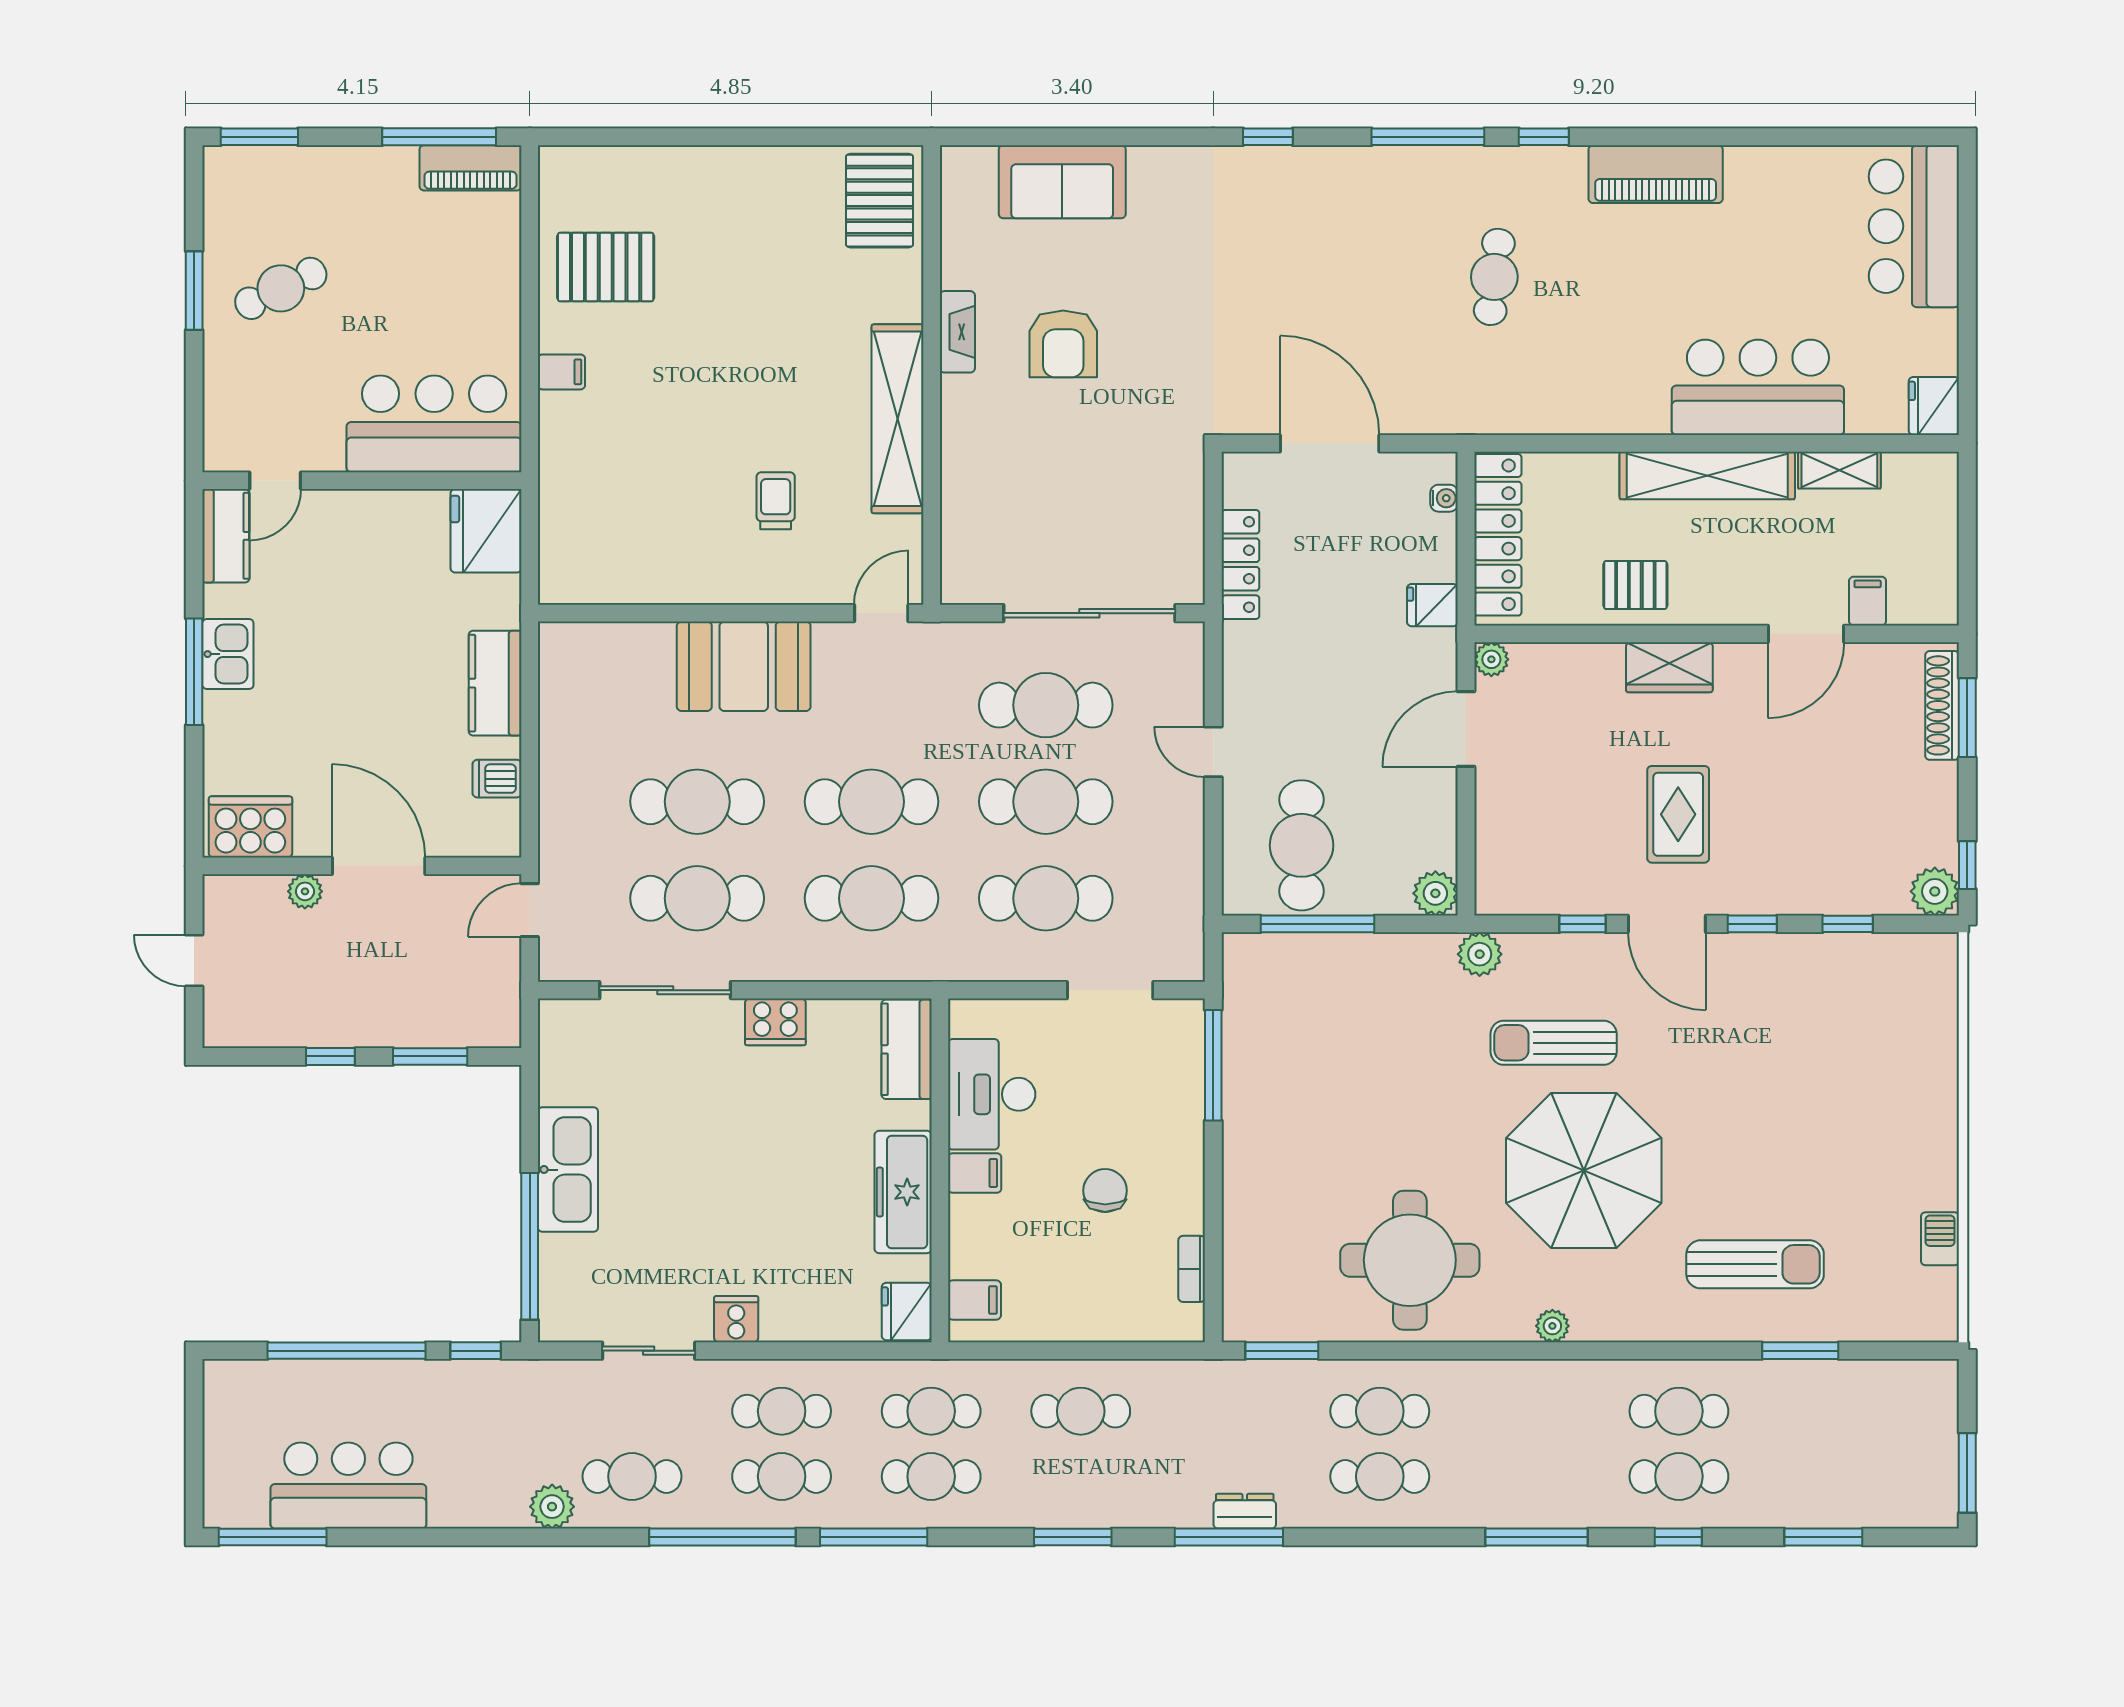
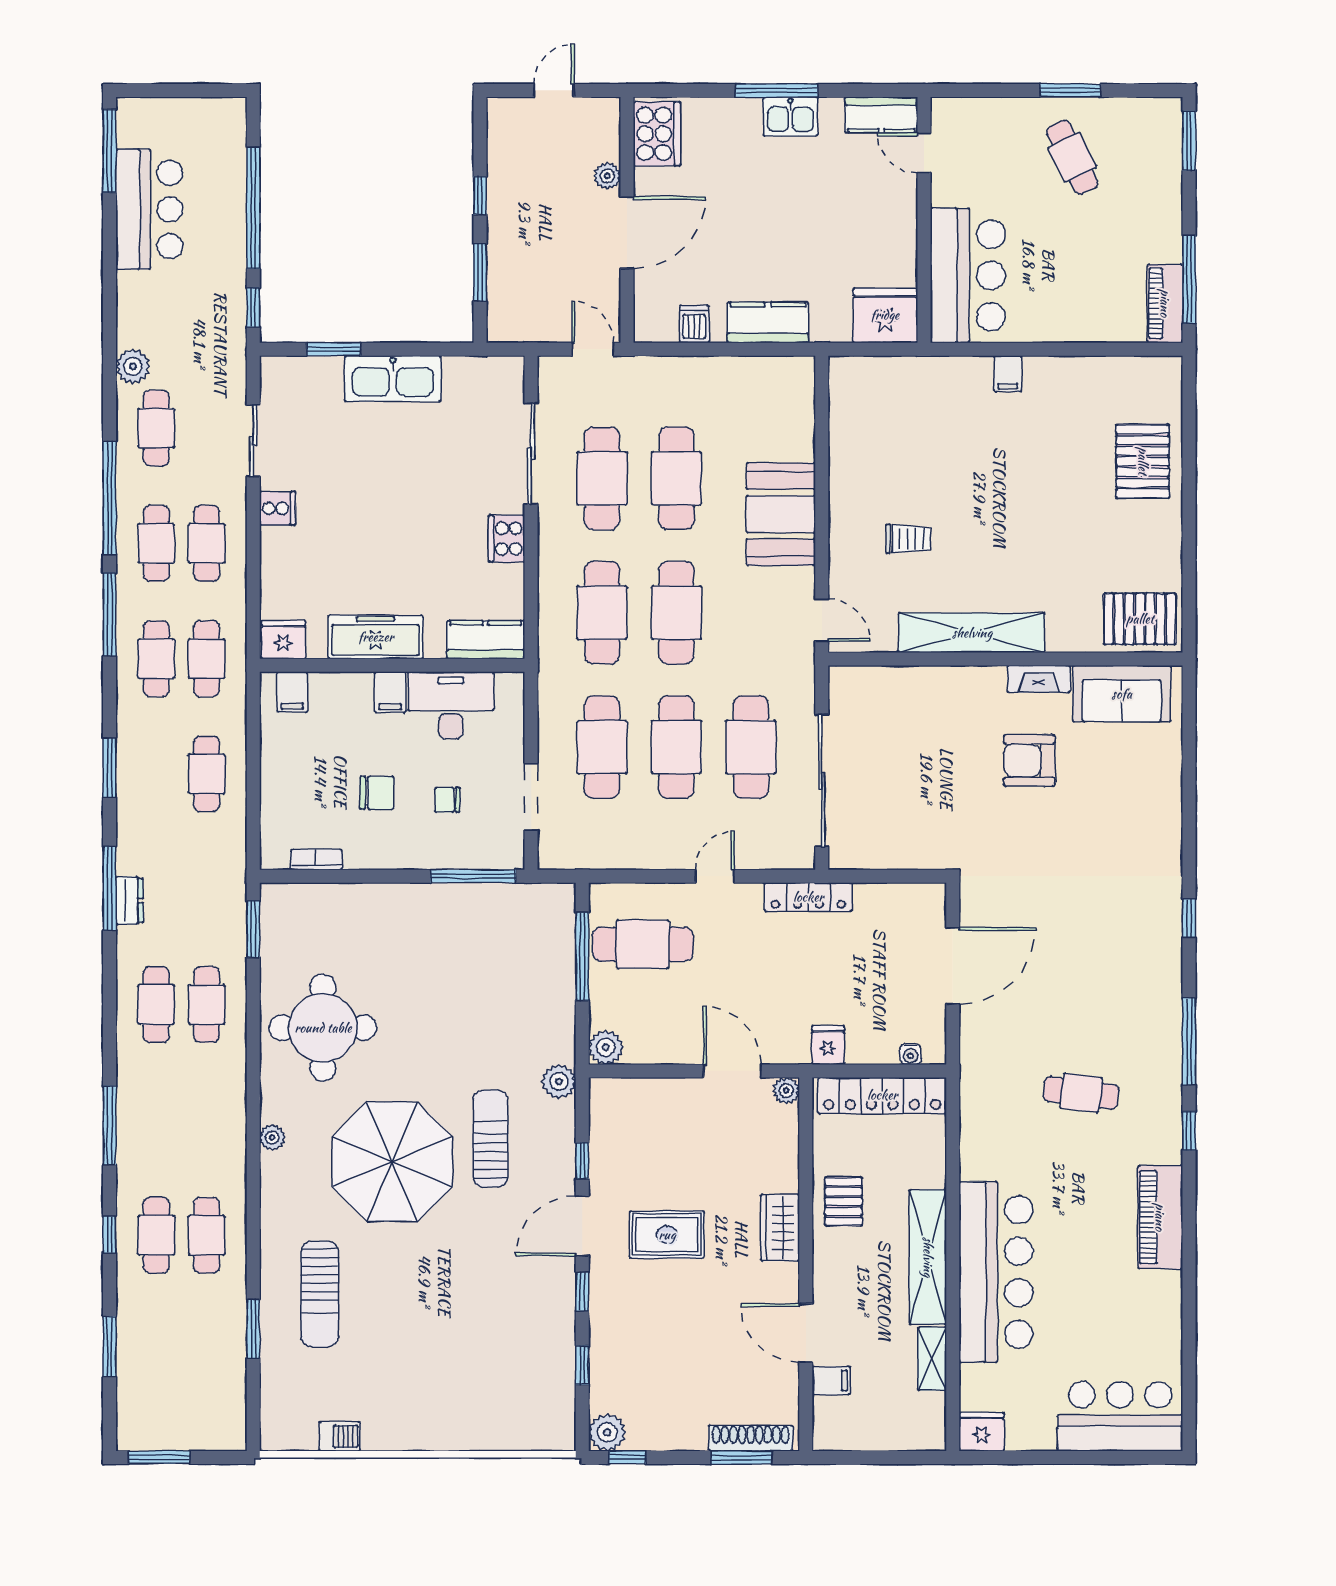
sofa: (1062, 182) -> (1122, 694), moved, turned -90
pallet: (606, 267) -> (1143, 461), moved
bar counter: (1758, 387) -> (996, 1272), width x1.36
locker: (1240, 564) -> (808, 897), moved
chair: (1114, 1099) -> (447, 800), added
window: (530, 1246) -> (334, 349), width x0.47

